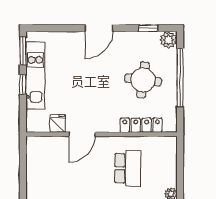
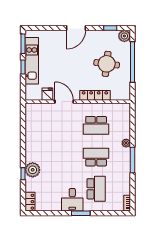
locker: (141, 125) -> (95, 95), moved
door: (82, 134) -> (64, 102), swing flipped
school desk: (128, 168) -> (96, 125), turned 90

